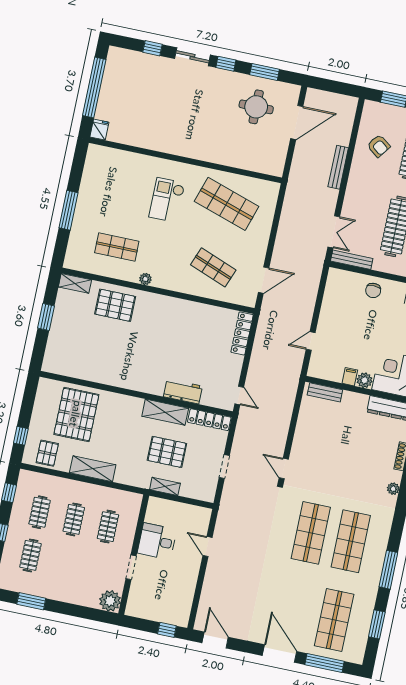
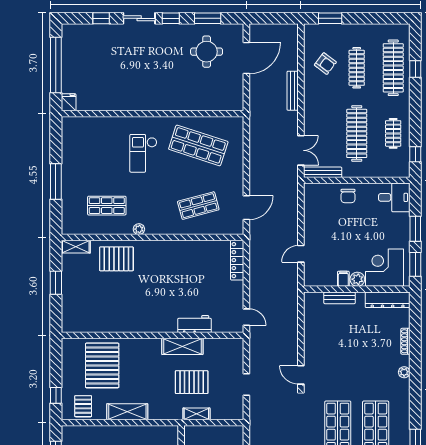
shop shelf: (213, 267) -> (198, 206), turned -36
bench: (325, 392) -> (340, 298), moved
locker: (209, 420) -> (224, 345), removed

